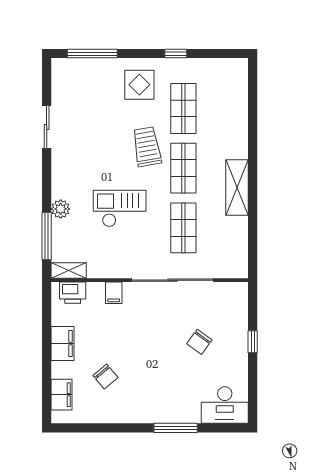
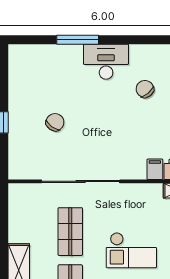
filing cabinet: (114, 293) -> (155, 169), moved
desk: (225, 405) -> (106, 62), moved

